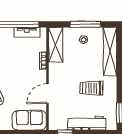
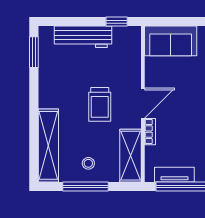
trolley: (91, 88) -> (100, 104), moved, turned 90
door: (48, 94) -> (143, 103), moved

